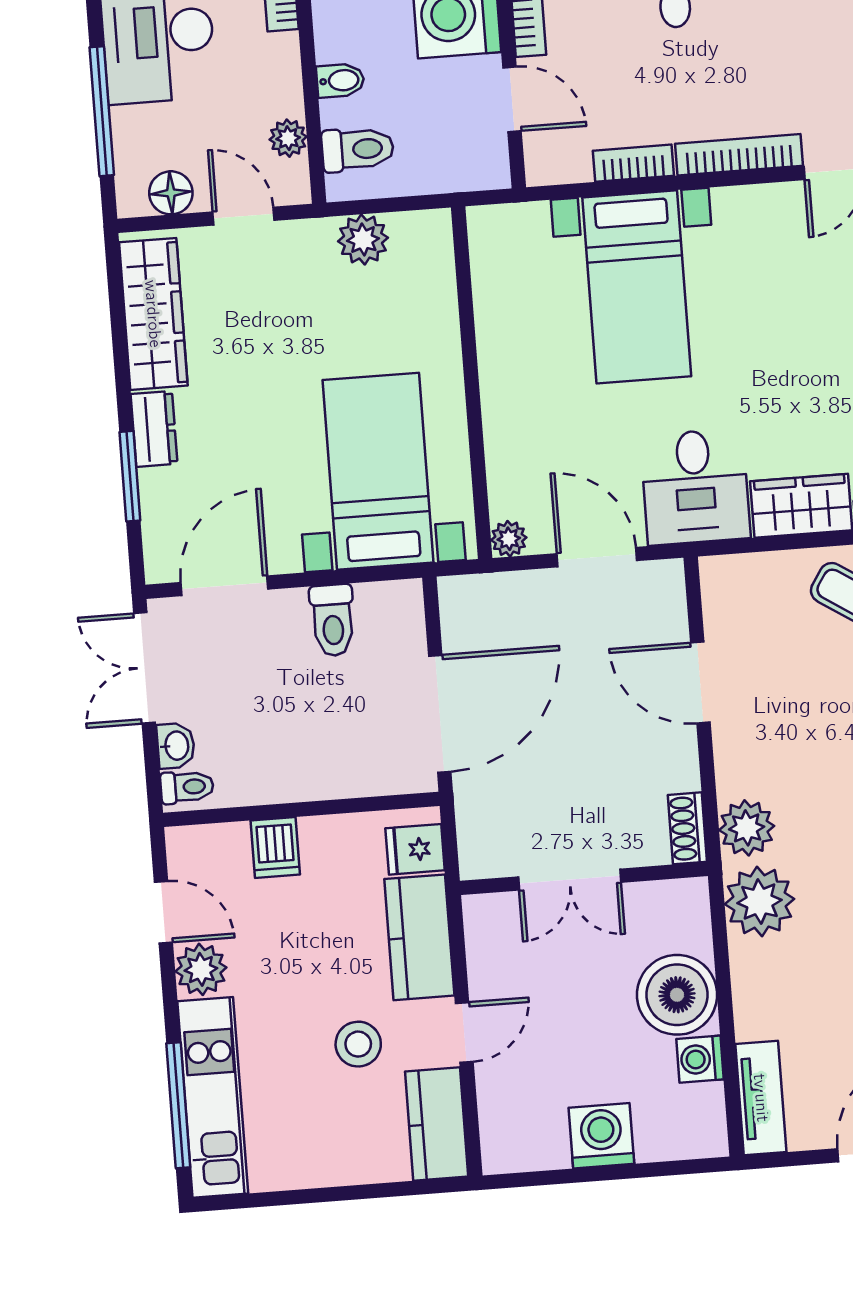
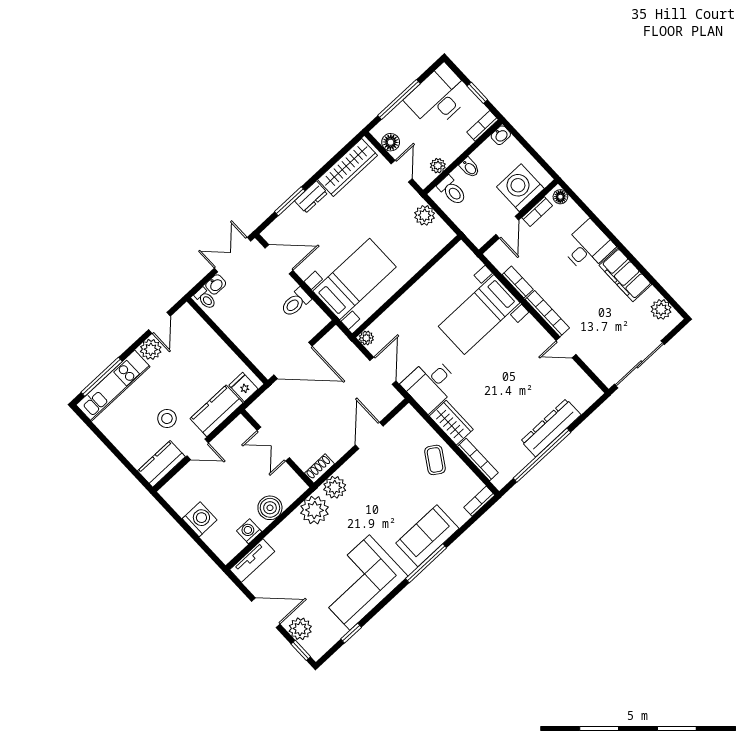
dishwasher: (275, 848) -> (208, 342), removed
boiler: (677, 995) -> (270, 508), width x0.73, depth x0.73

